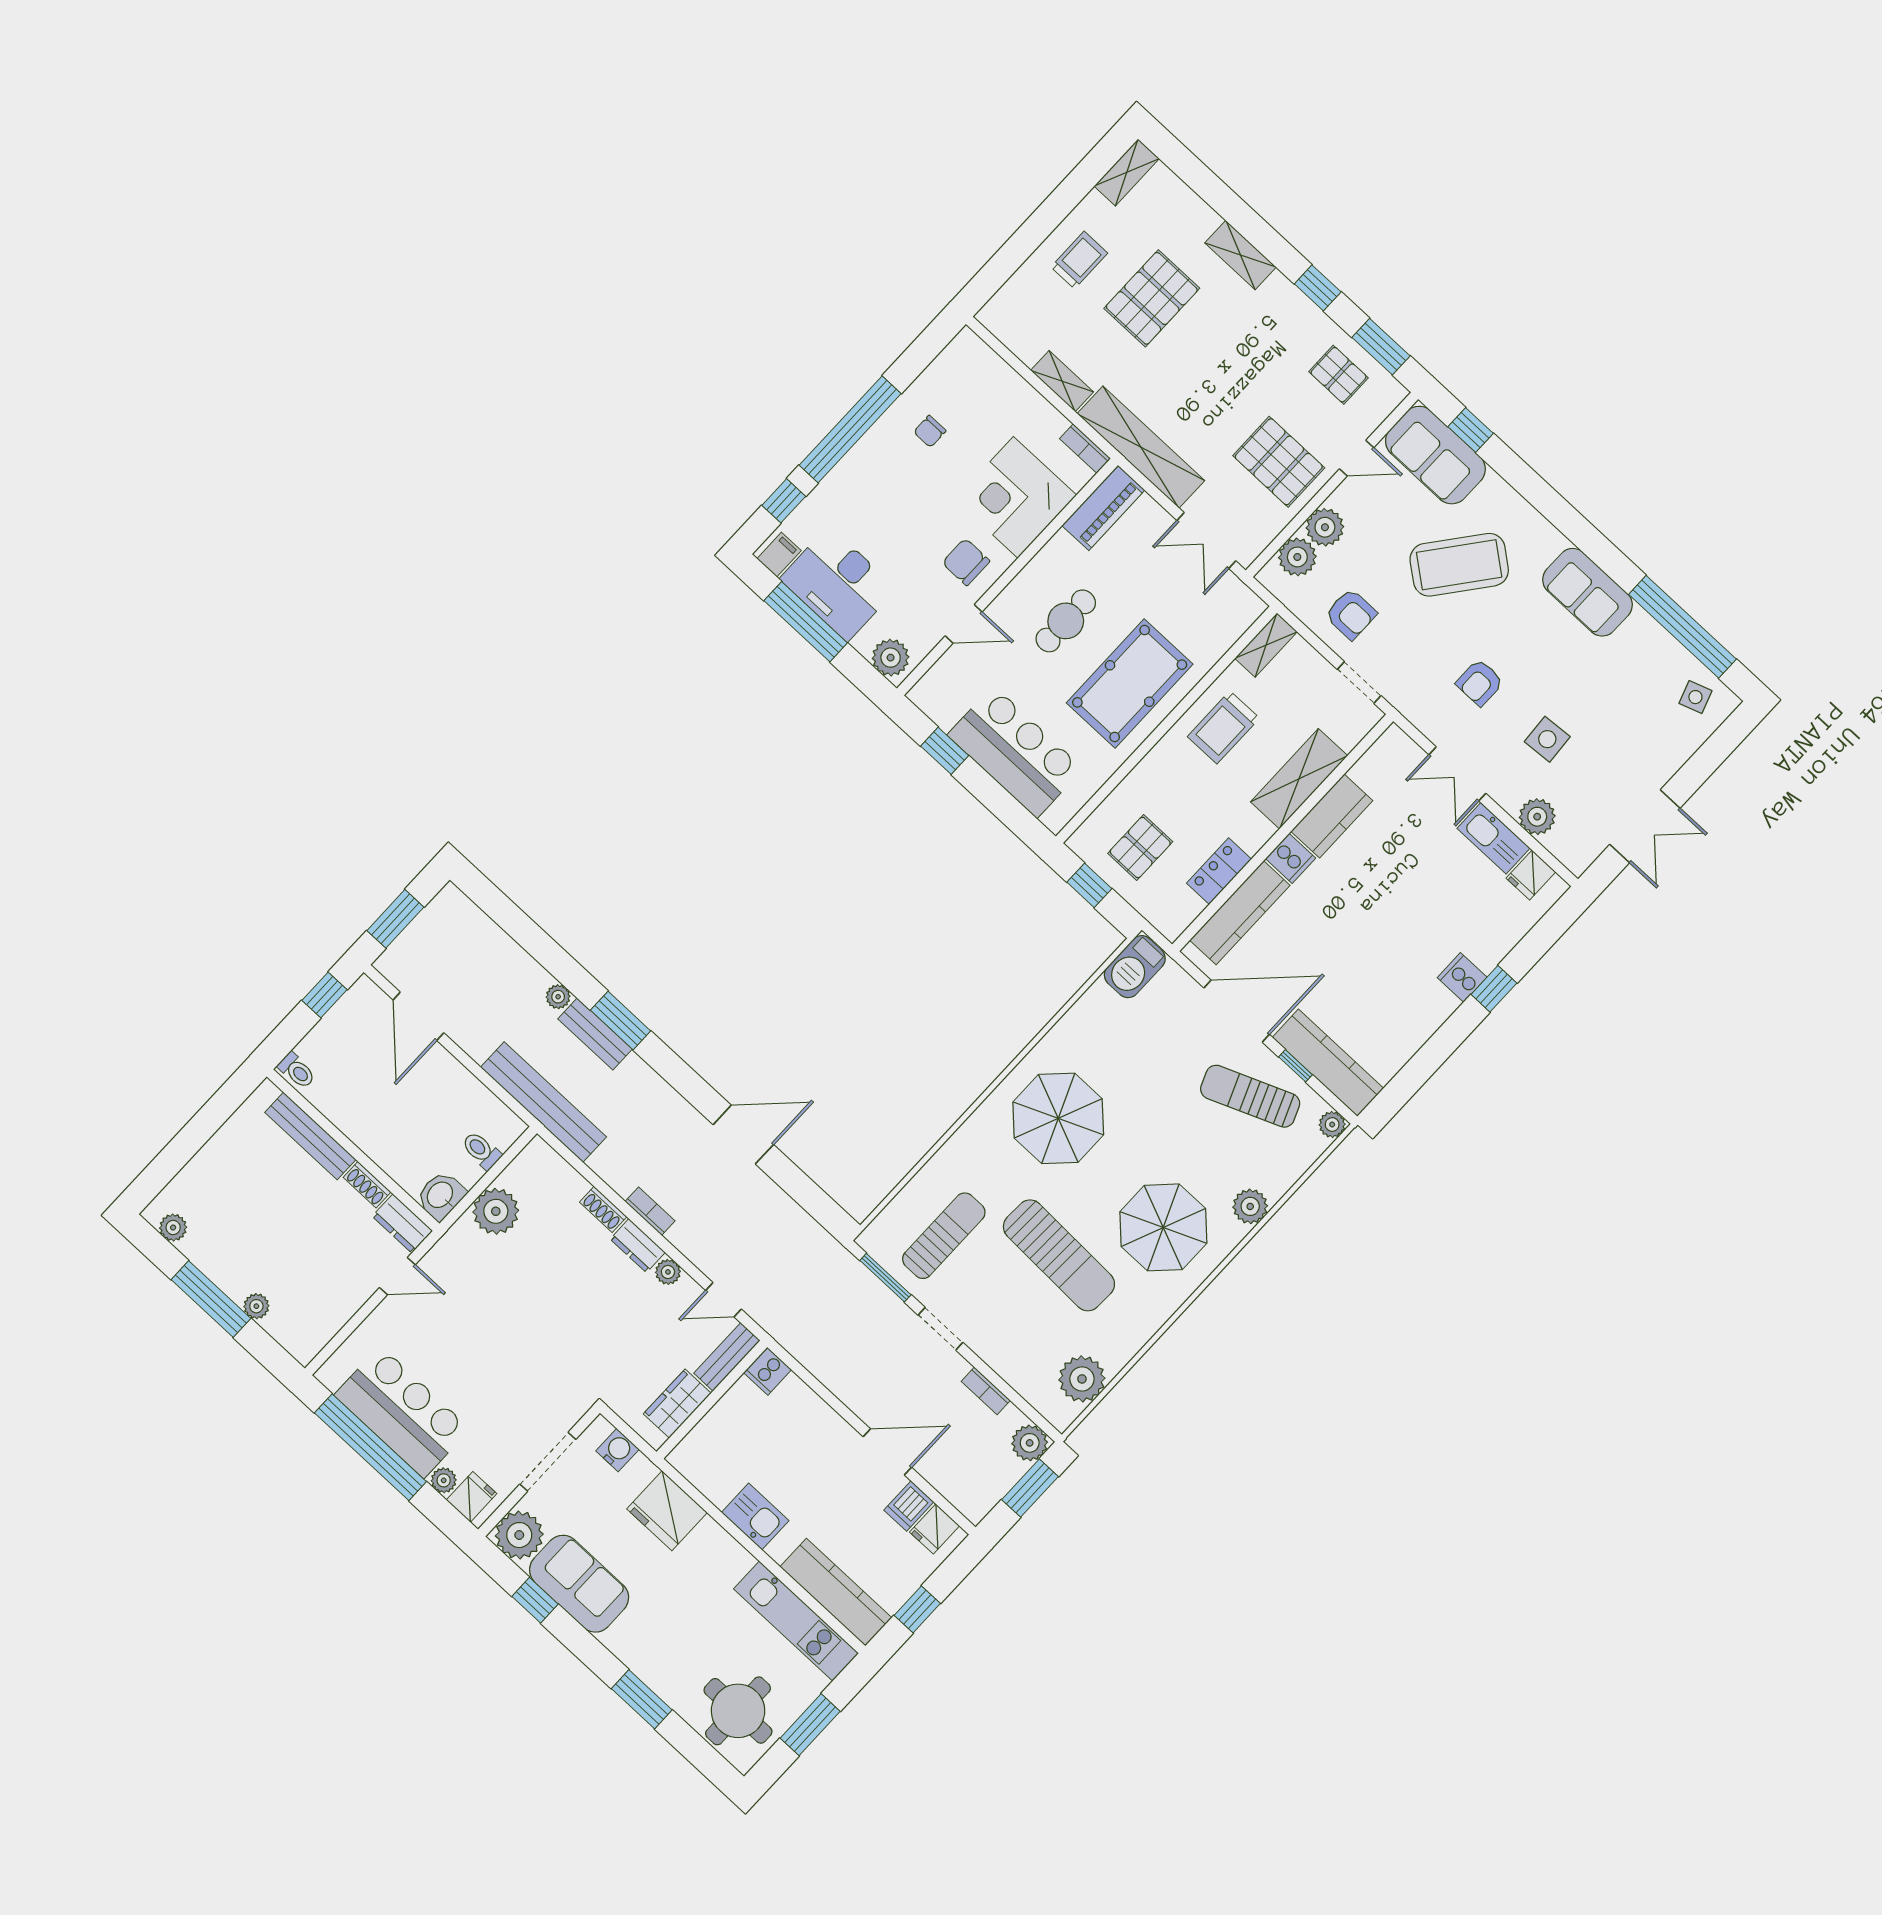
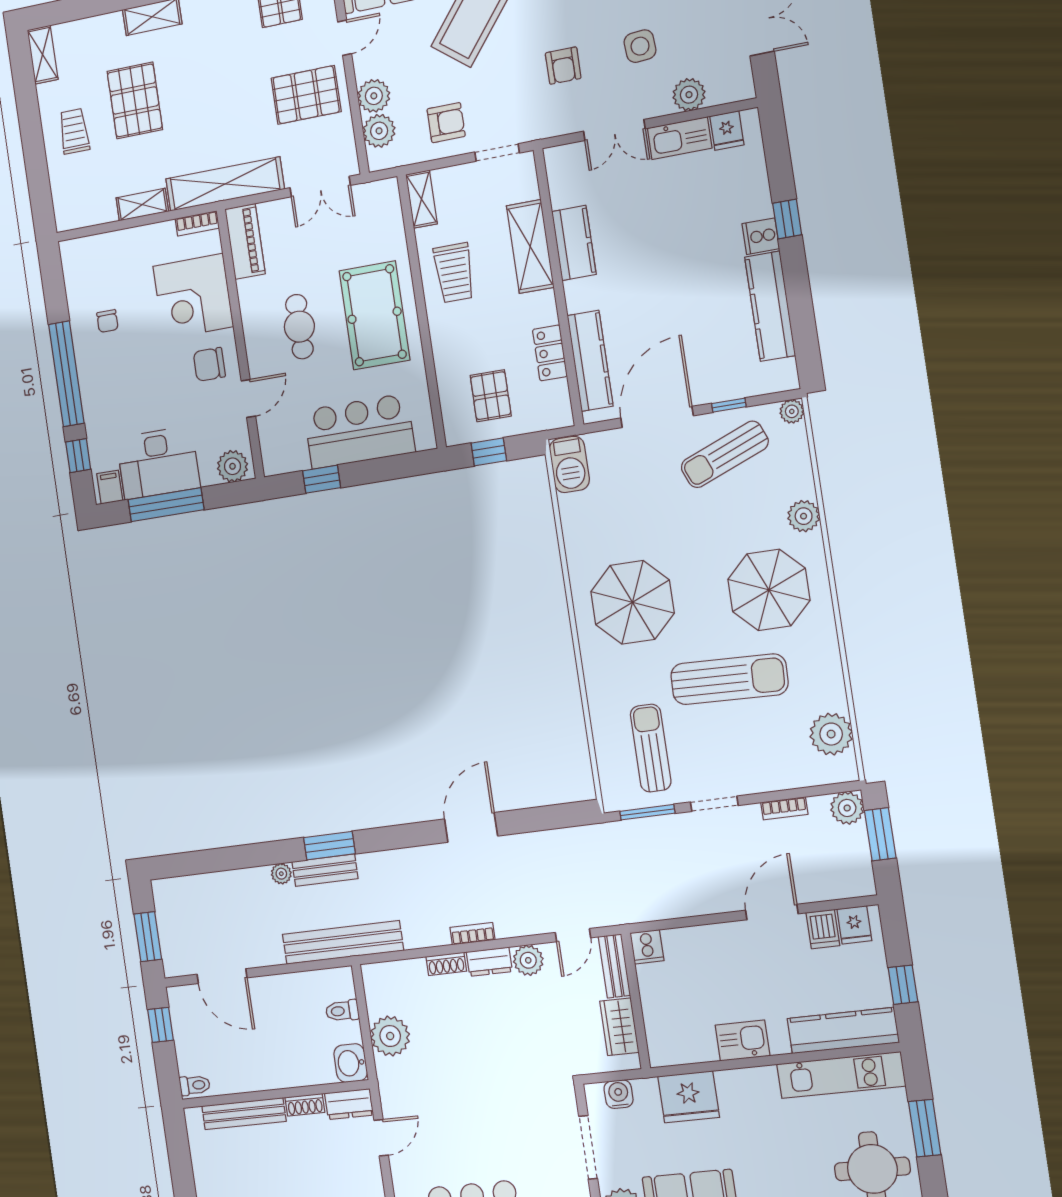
cooker: (1291, 858) -> (580, 295), removed
kitchen counter: (1328, 1063) -> (770, 306), moved, turned -90
plant: (668, 1272) -> (528, 960), width x1.38, depth x1.38

